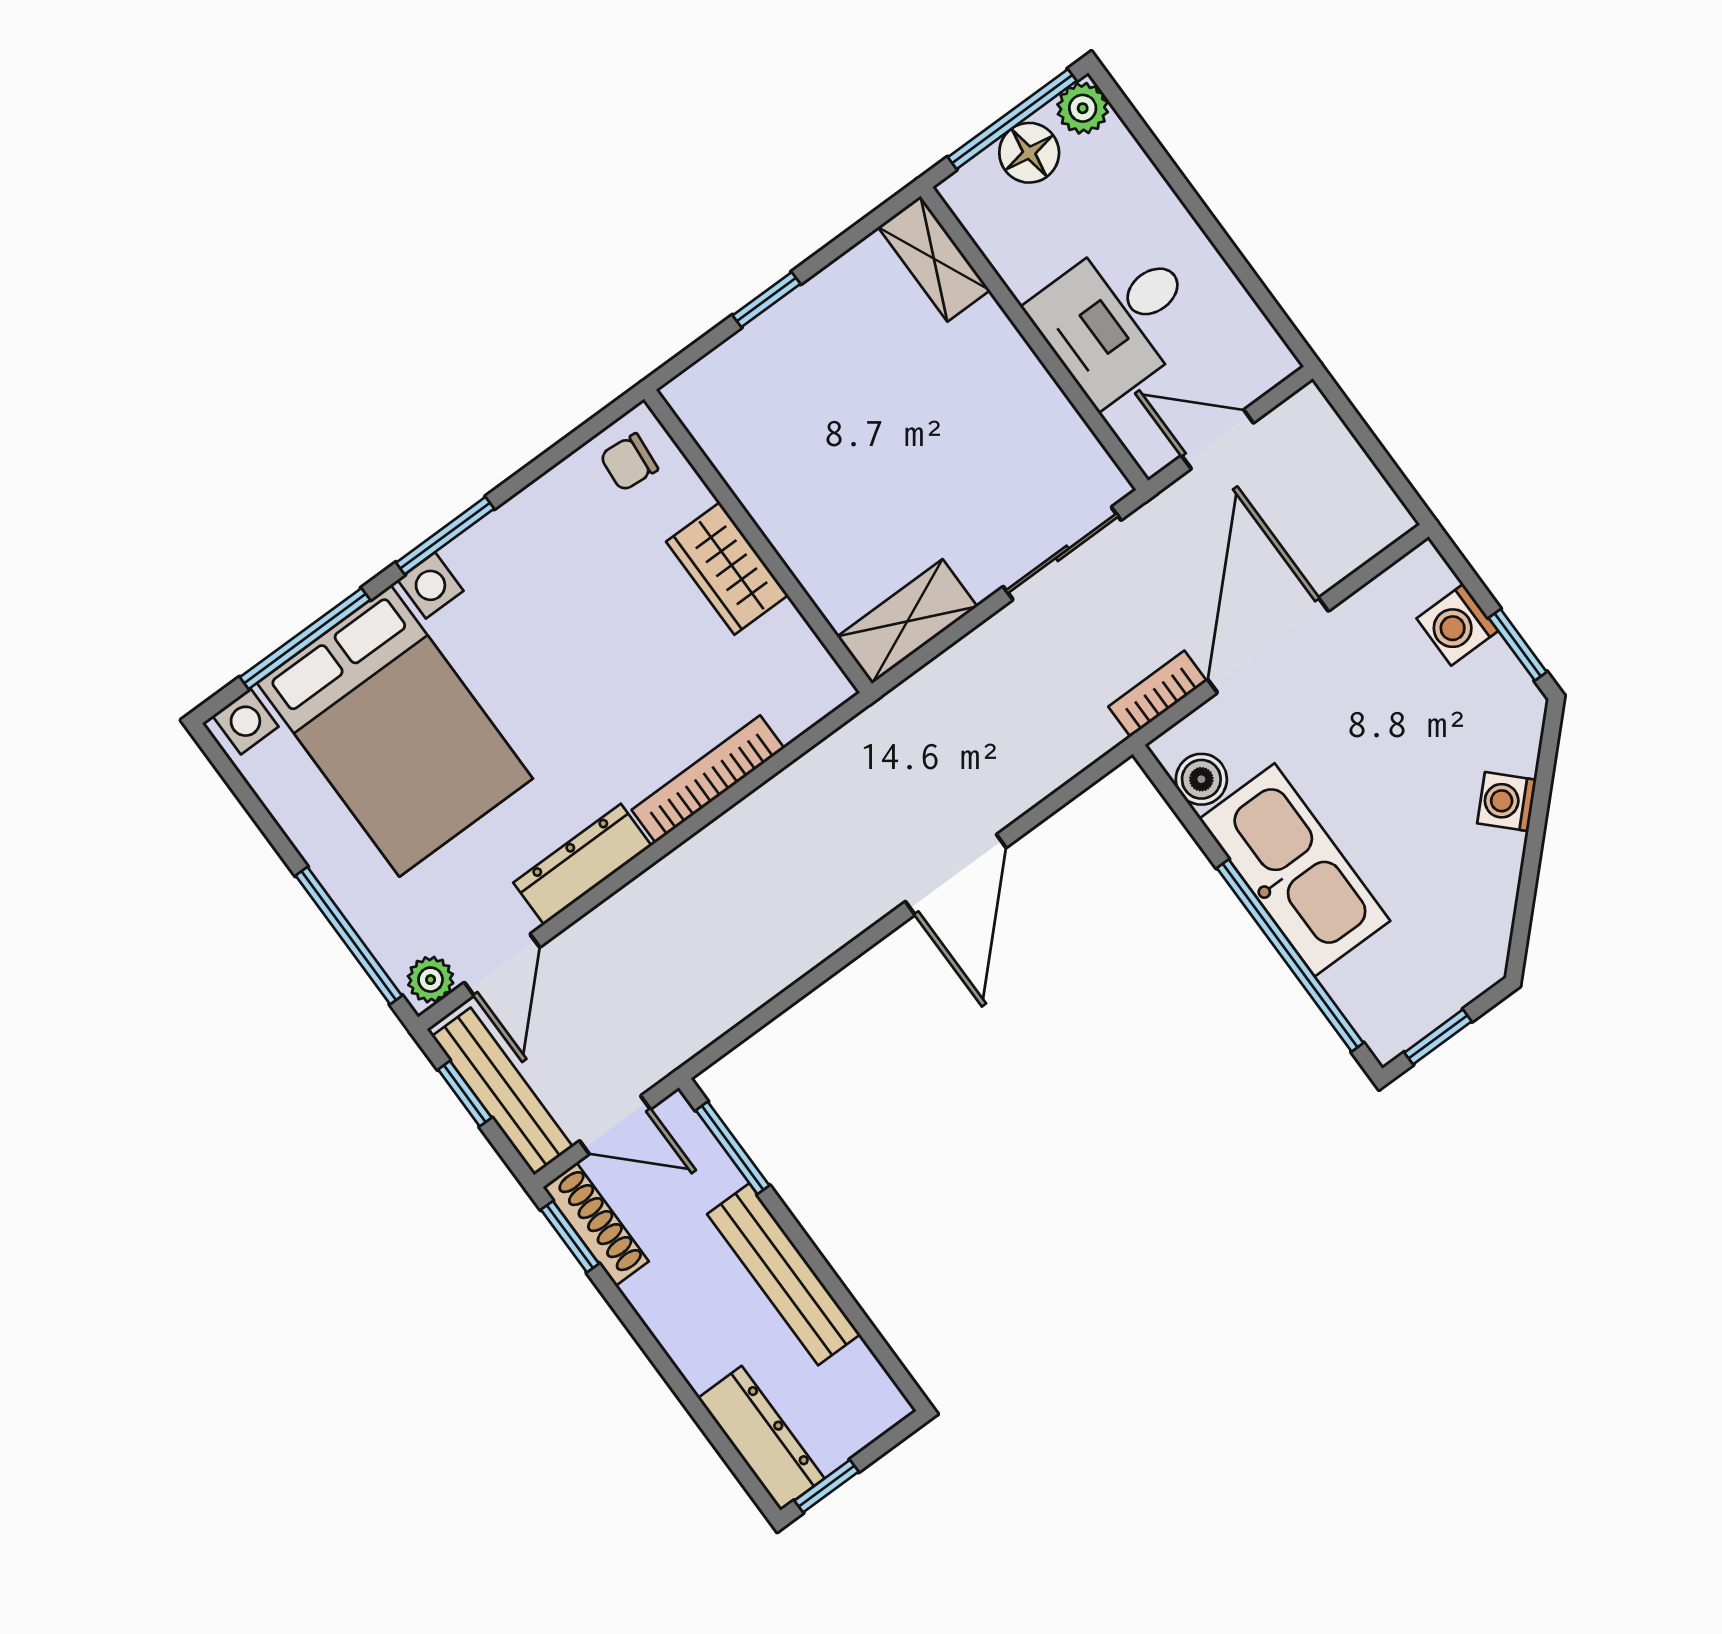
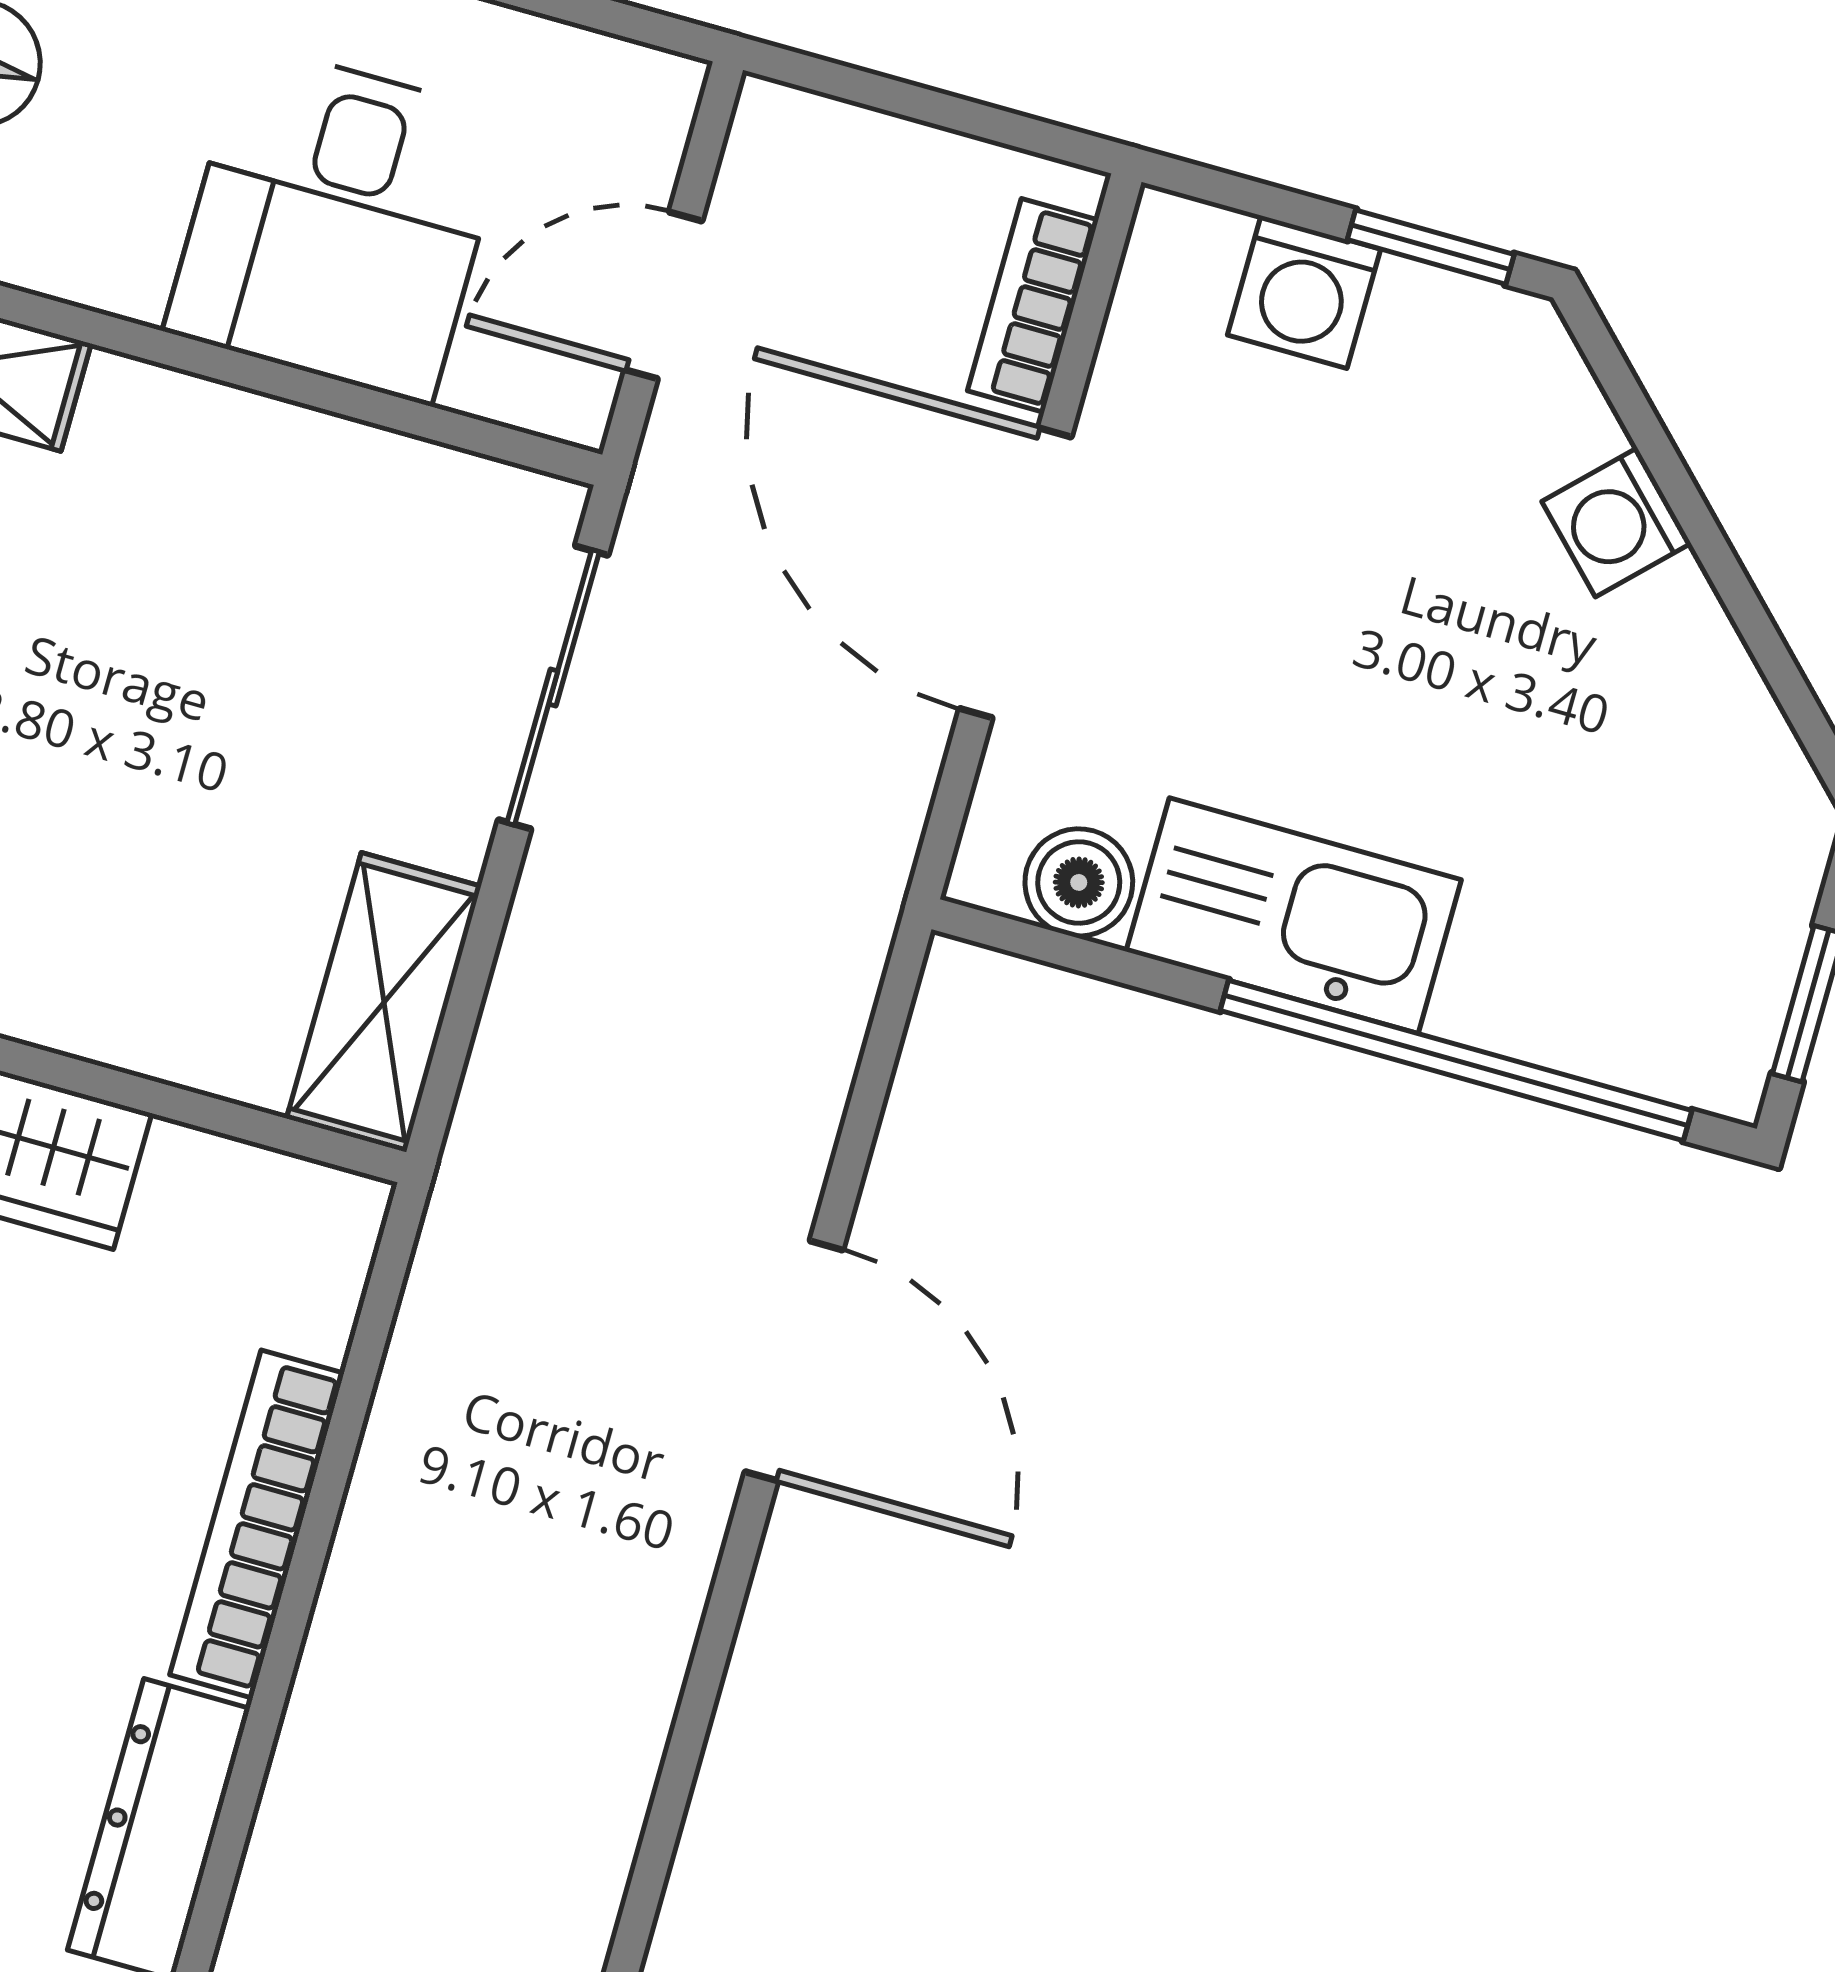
bookcase: (1158, 694) -> (1033, 305), moved
kitchen sink: (1295, 870) -> (1294, 916), width x0.73, depth x0.81

